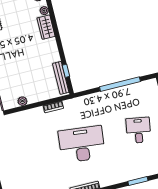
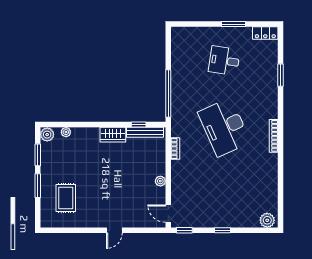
wardrobe: (46, 27) -> (113, 135), moved
window: (120, 84) -> (168, 93), moved
desk: (82, 144) -> (224, 127), turned -30

